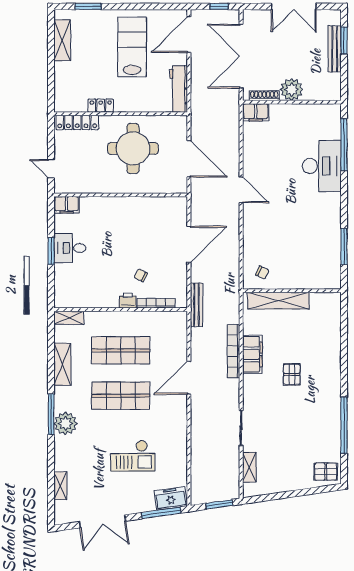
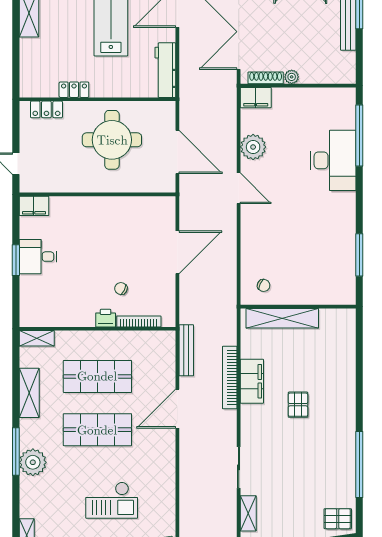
plant: (292, 90) -> (292, 77), width x0.53, depth x0.53
locker: (77, 122) -> (46, 109), width x0.66
plant: (253, 155) -> (253, 147), added
bench: (196, 305) -> (186, 350), moved

